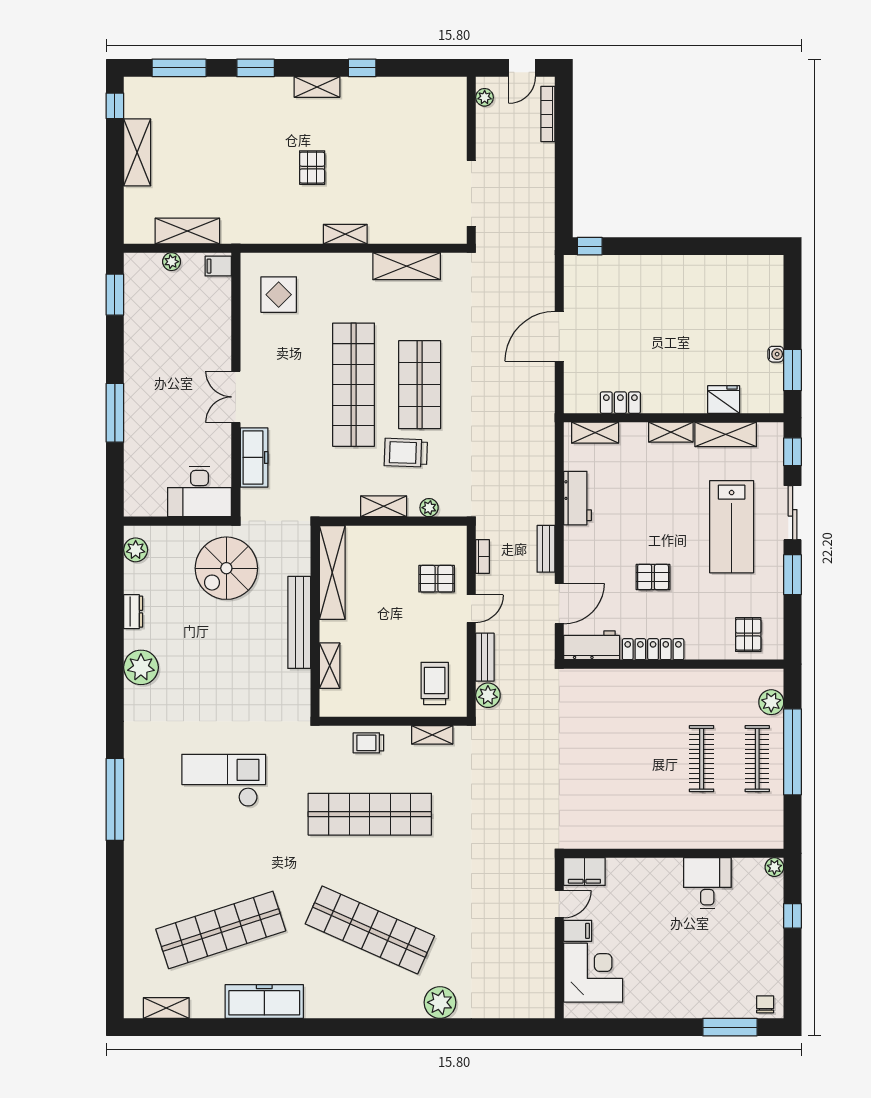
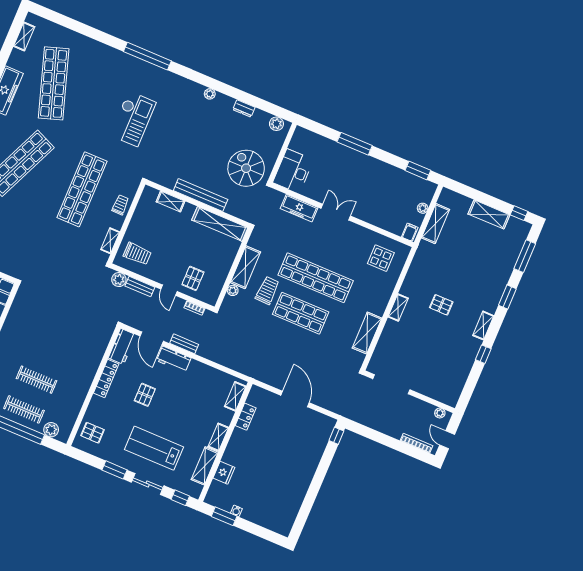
workbench: (578, 498) -> (174, 359), moved
shelving: (384, 506) -> (245, 267), width x1.50, depth x1.33
plant: (141, 667) -> (210, 94), width x0.53, depth x0.53

